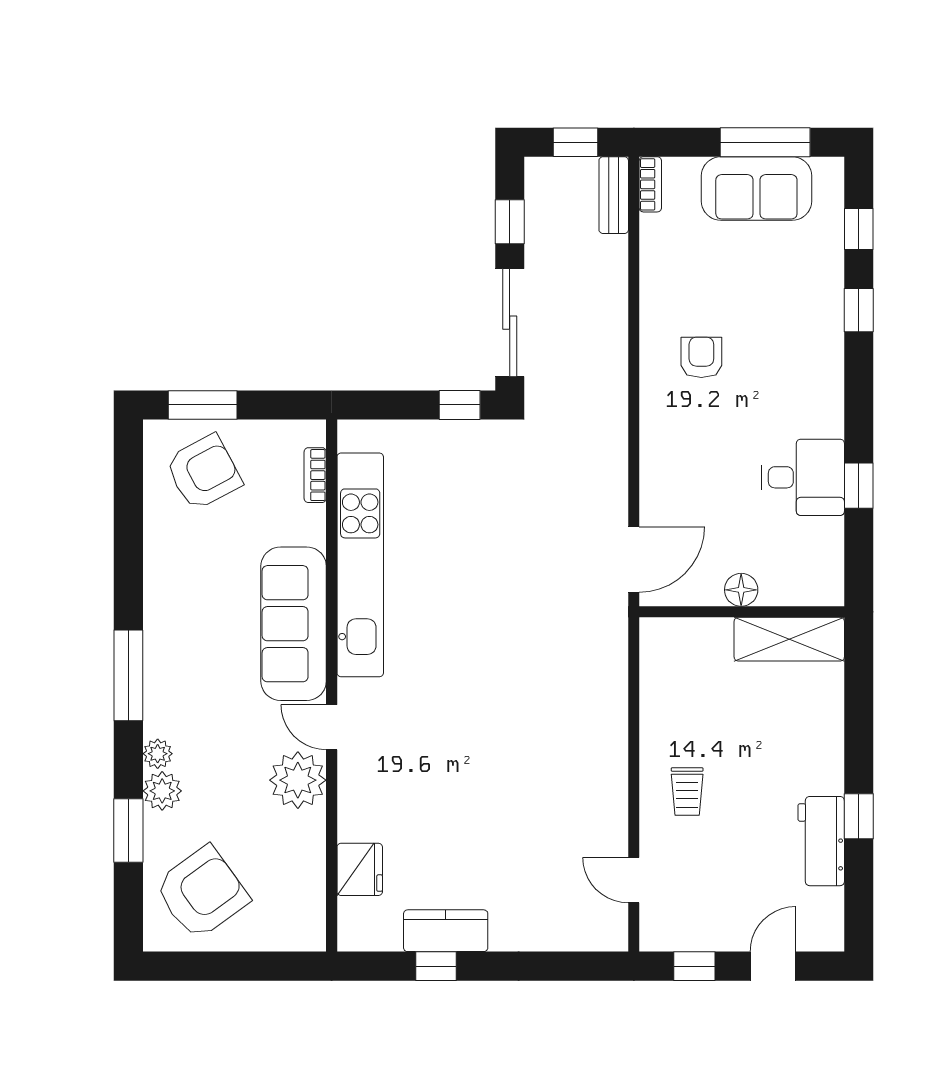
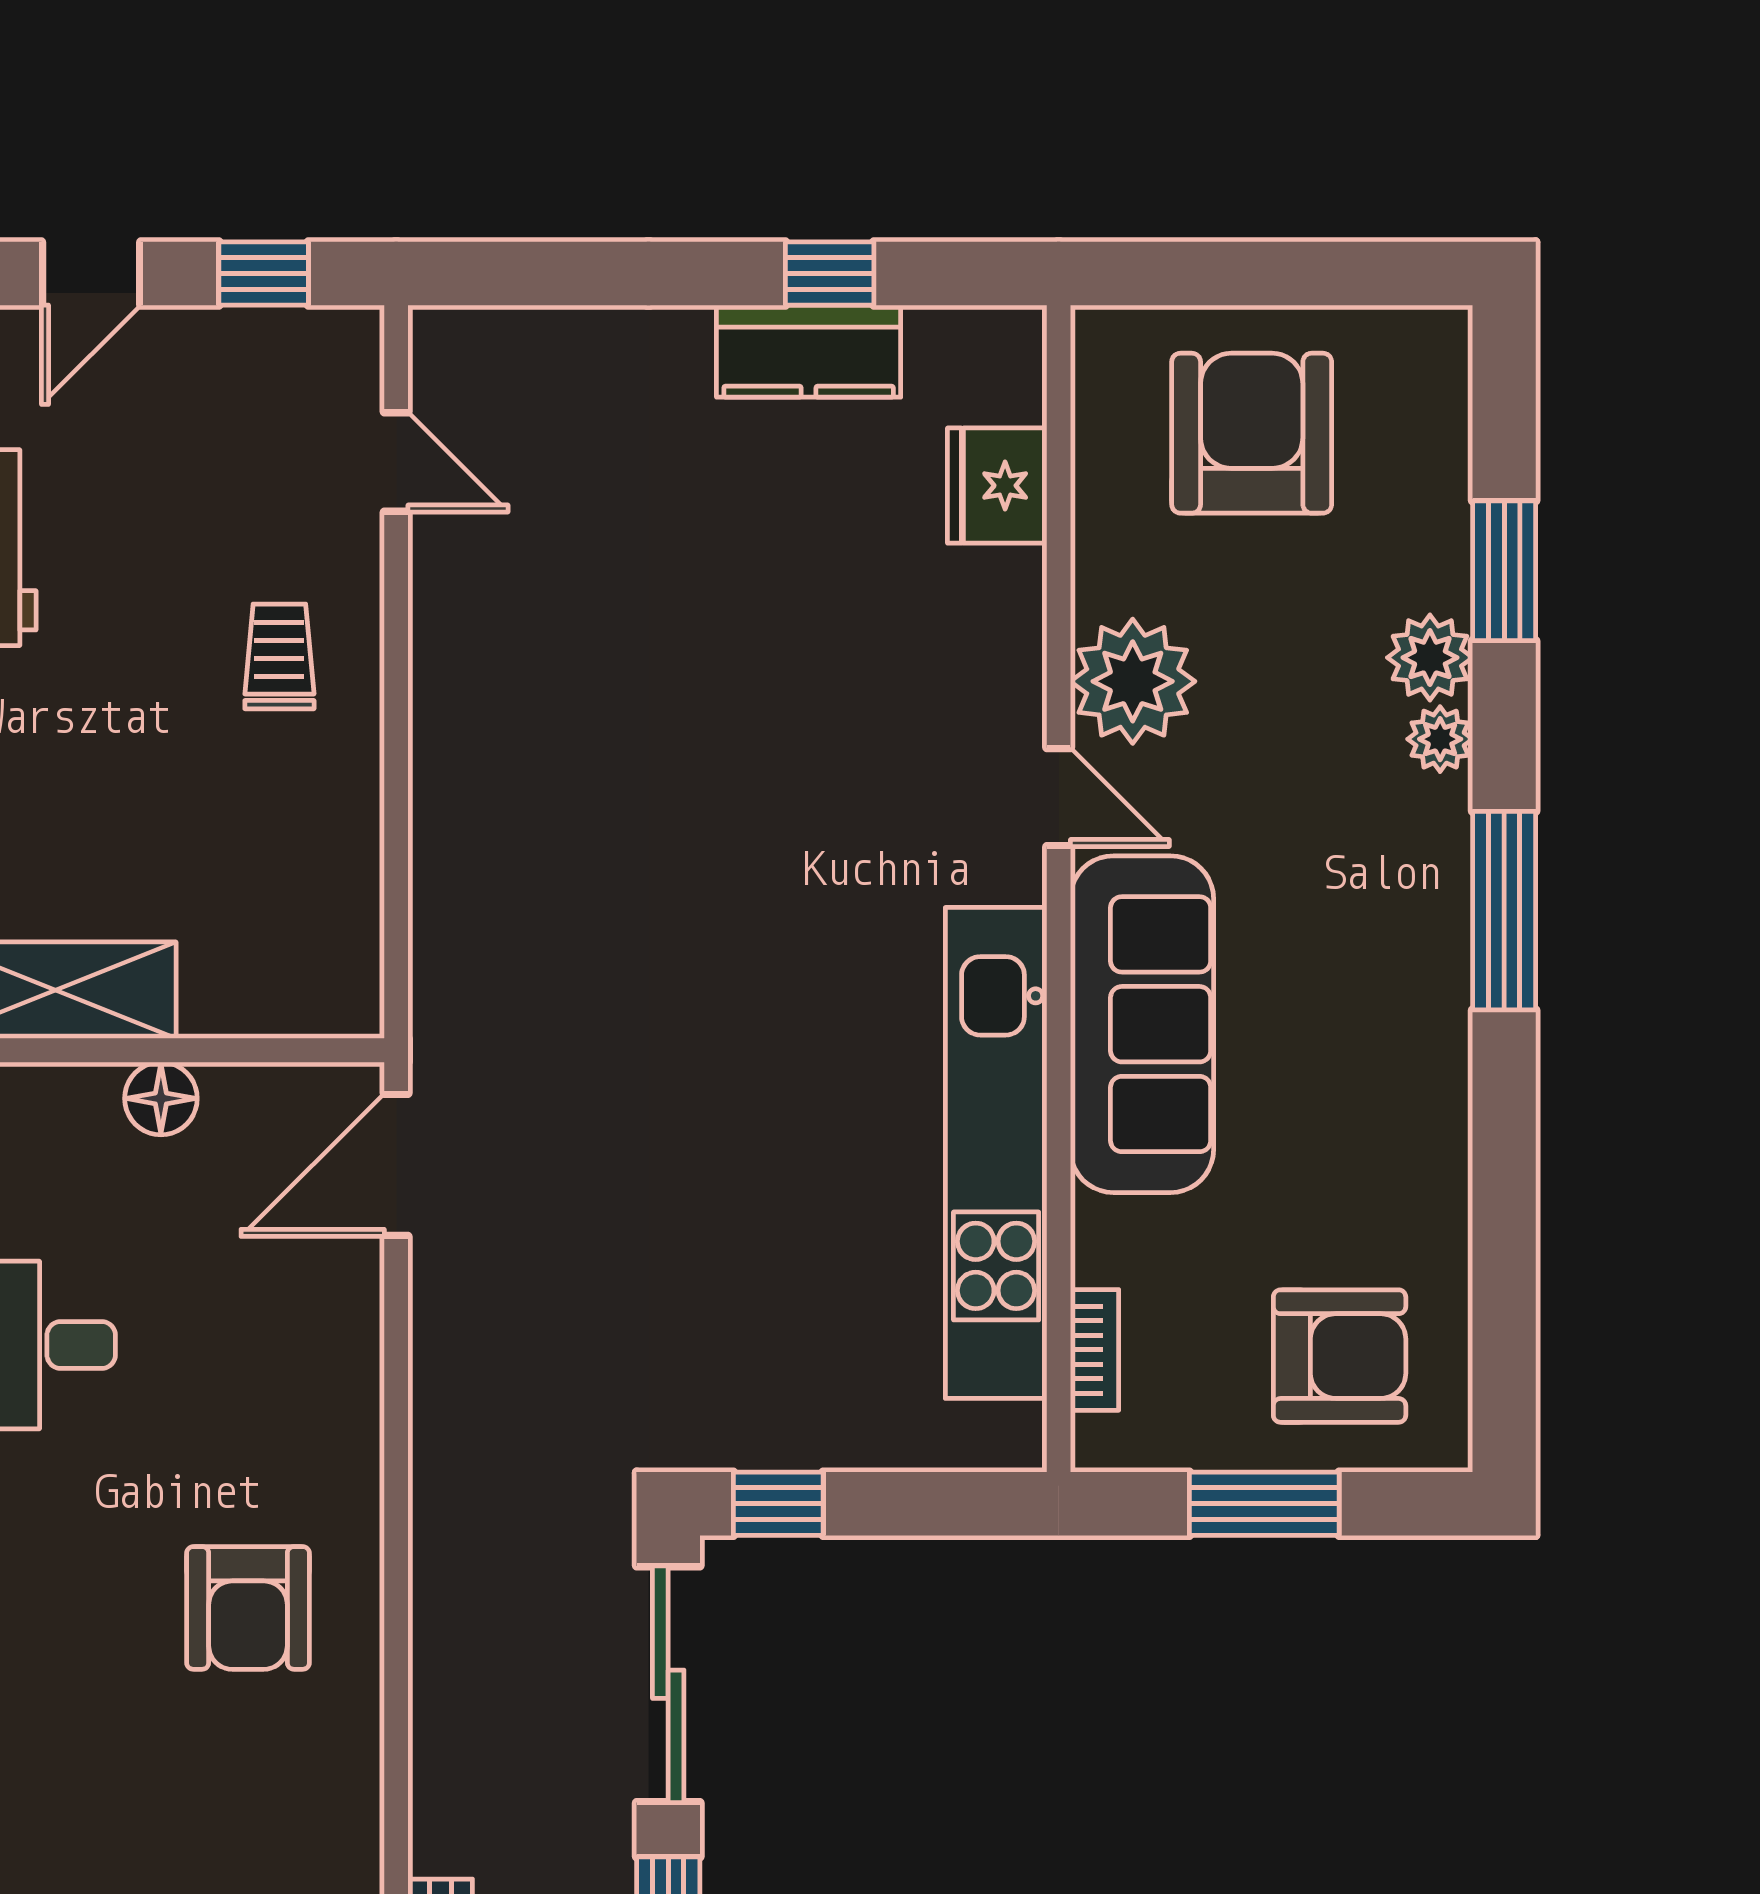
armchair: (701, 357) -> (248, 1608), width x1.38, depth x1.38
window: (203, 405) -> (1264, 1504), moved
armchair: (203, 472) -> (1340, 1356), turned -152
armchair: (202, 893) -> (1252, 433), moved, turned 126

